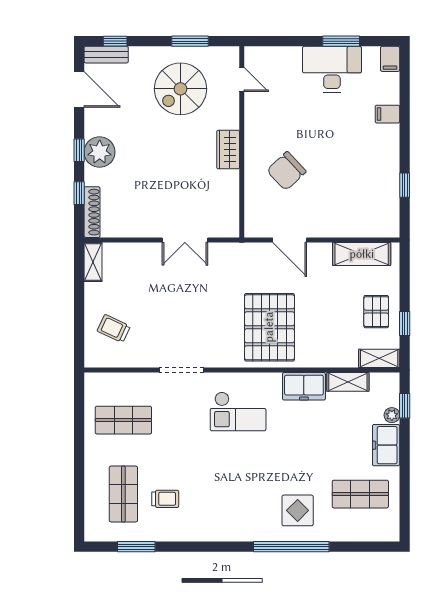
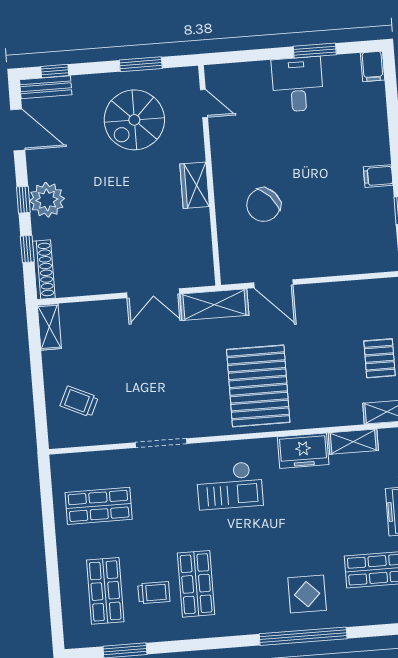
desk: (332, 69) -> (298, 84), width x0.73
filing cabinet: (387, 114) -> (378, 176), moved
shelving: (362, 254) -> (214, 305), moved
shop shelf: (202, 494) -> (196, 584), added

